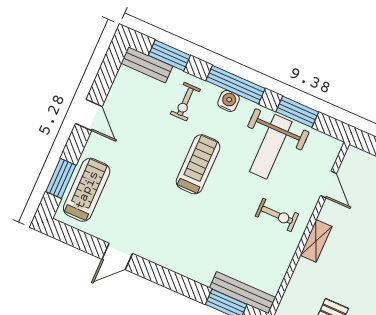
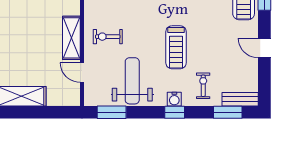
window: (235, 85) -> (175, 112), width x0.46
window: (297, 112) -> (112, 112), moved
shelving: (316, 241) -> (71, 38), width x1.50, depth x1.33

